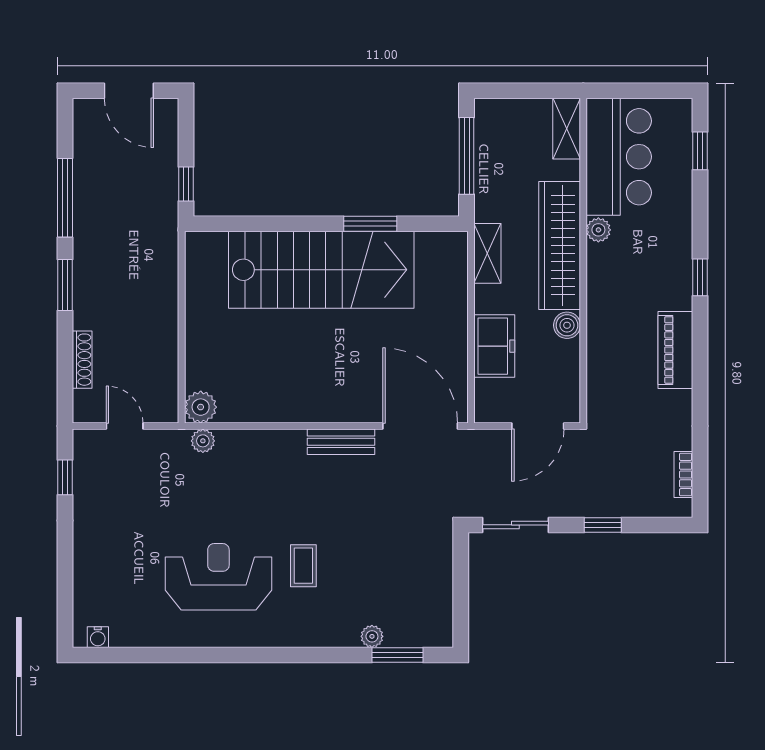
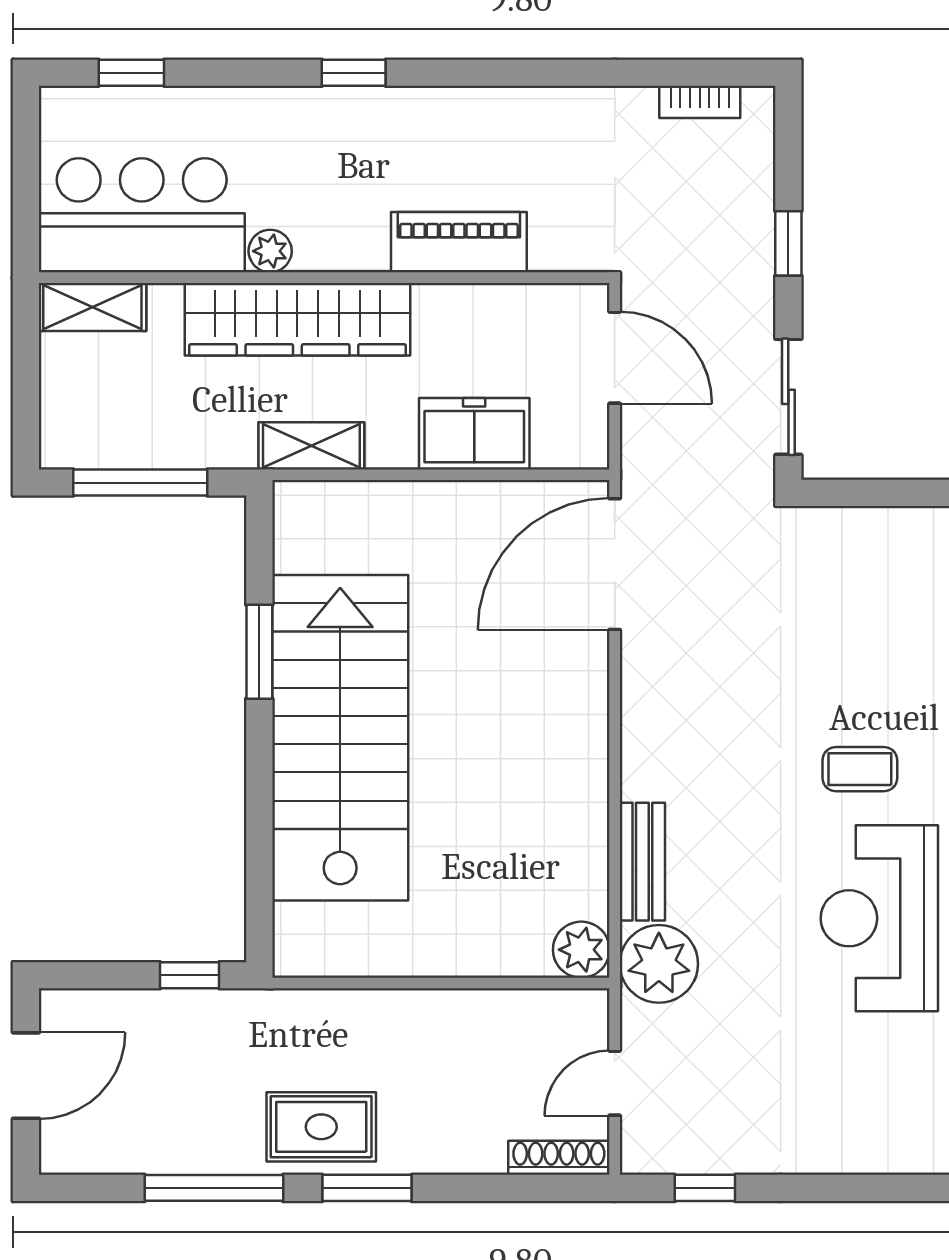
rug: (100, 259) -> (321, 1127), added
boiler: (567, 325) -> (438, 306), removed
piano: (675, 350) -> (459, 242), moved, turned 180
shoe rack: (82, 360) -> (559, 1158), moved
plant: (203, 441) -> (659, 964), width x1.87, depth x1.87
bench: (341, 442) -> (642, 862), moved

